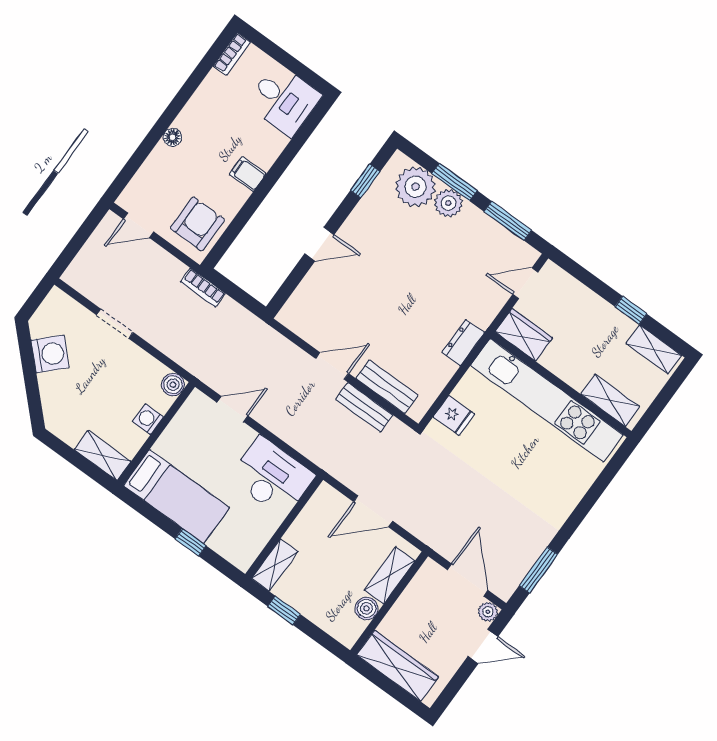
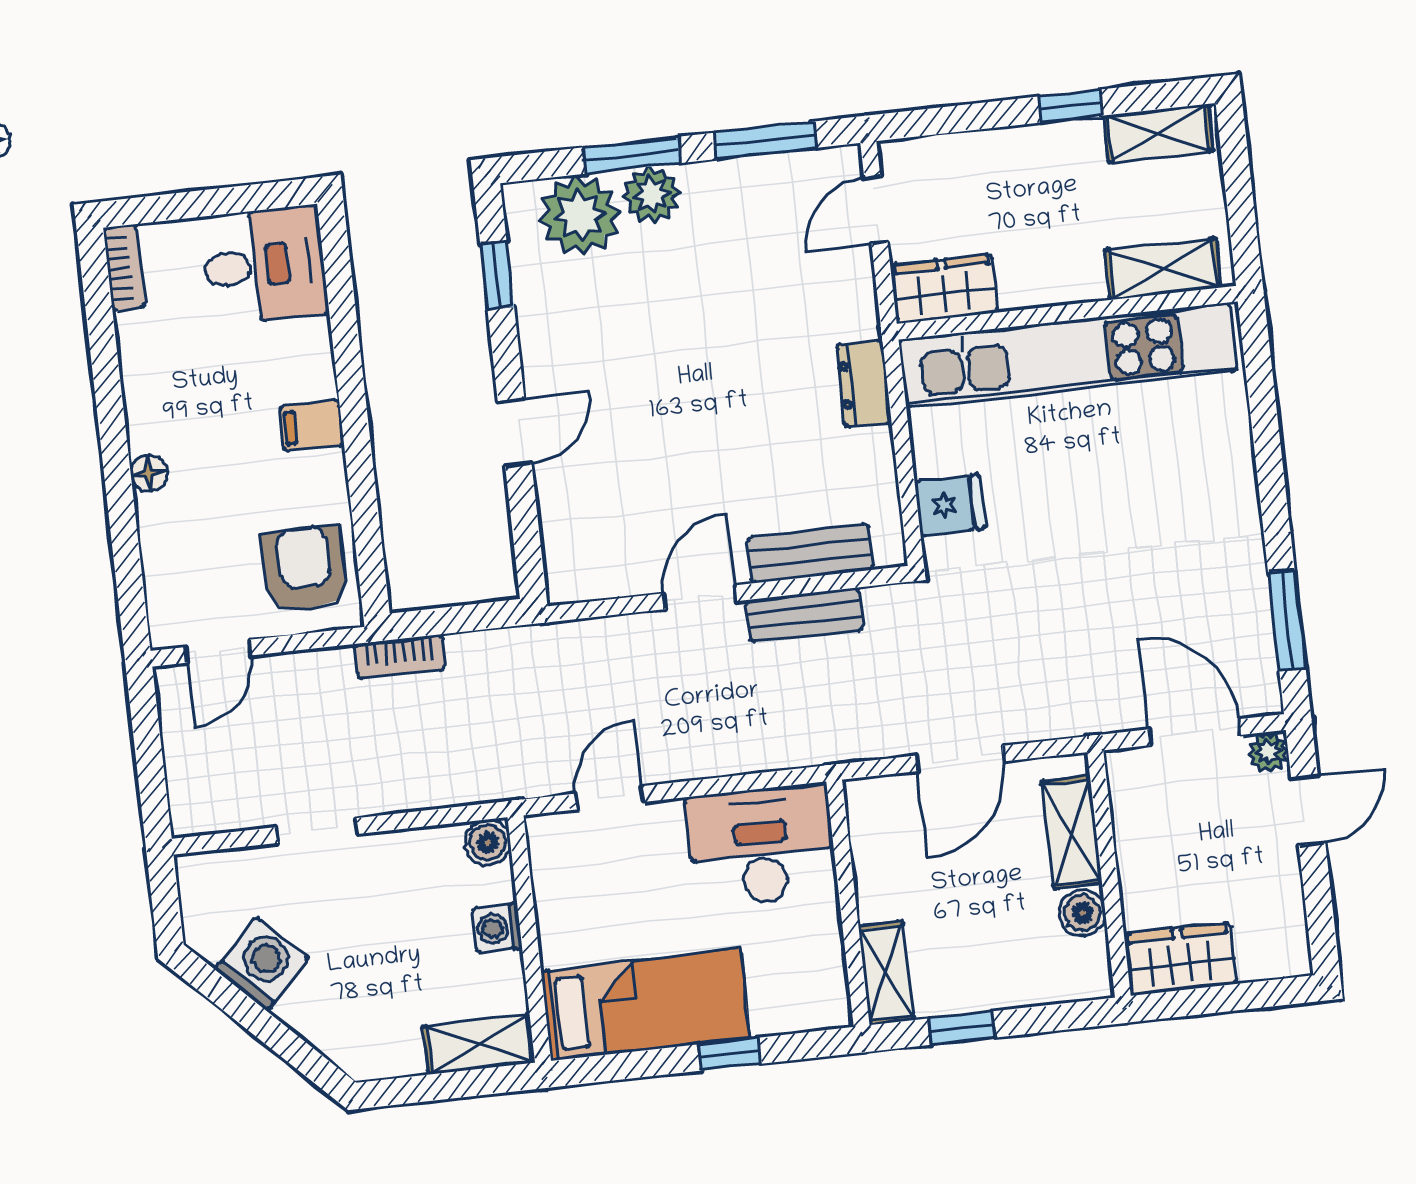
wardrobe: (398, 666) -> (1180, 959), width x0.67

